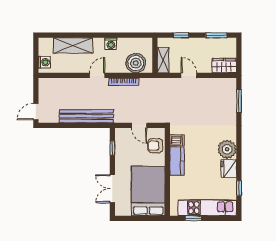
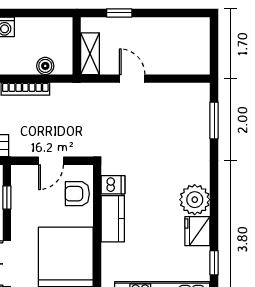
window: (216, 35) -> (177, 13), removed
boiler: (136, 63) -> (45, 66), width x0.54, depth x0.54
wardrobe: (224, 66) -> (190, 63), removed
door: (139, 125) -> (51, 161), hinge flipped

